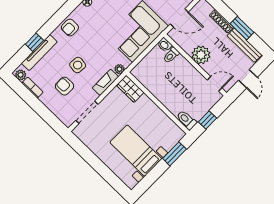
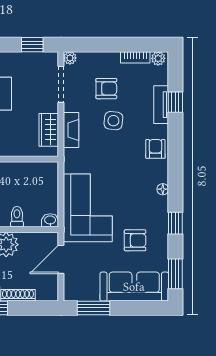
tv unit: (39, 53) -> (161, 105), width x0.71
toilet: (171, 55) -> (17, 217), moved
plant: (119, 69) -> (70, 58), moved
wardrobe: (130, 89) -> (49, 130), moved, turned -90
window: (81, 149) -> (32, 45), added

